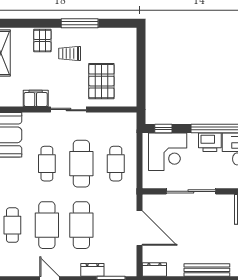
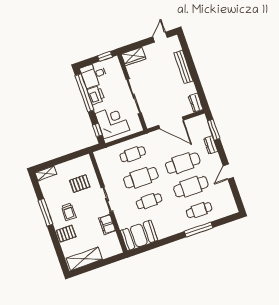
shelving: (130, 41) -> (46, 173), added
pallet: (101, 81) -> (80, 184), width x0.67, depth x0.71
door: (139, 228) -> (171, 123), swing flipped

